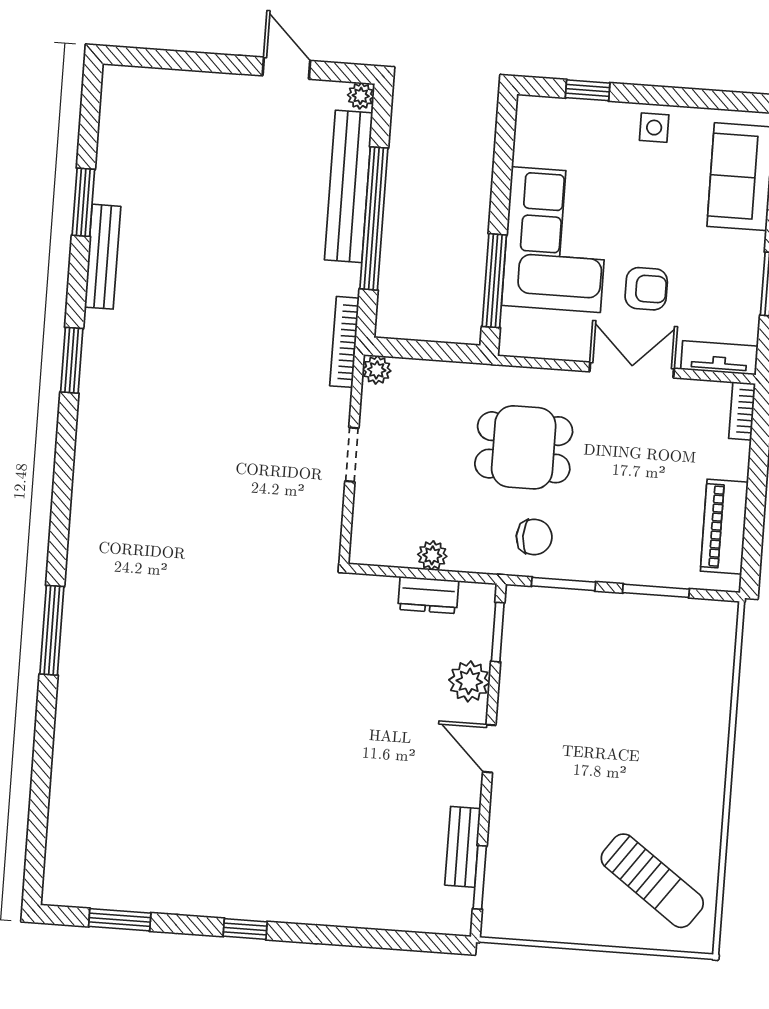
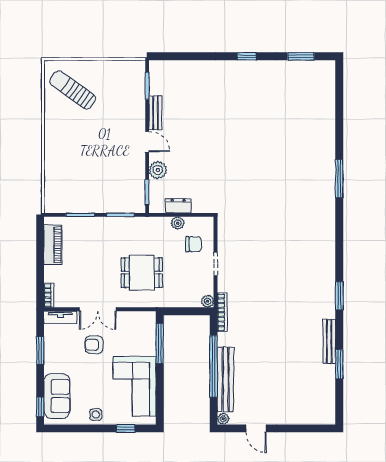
corner sofa: (556, 240) -> (134, 386), moved
chair: (534, 537) -> (194, 244), moved, turned 180
bench: (463, 847) -> (155, 113), moved

